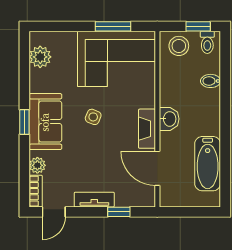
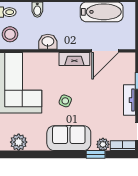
washbasin: (169, 119) -> (48, 42), moved
window: (24, 122) -> (96, 154), moved

